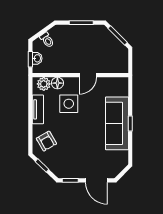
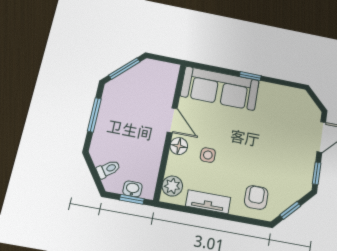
floor lamp: (57, 83) -> (179, 146), moved
side table: (69, 104) -> (208, 155), width x0.54, depth x0.54
sofa: (117, 123) -> (220, 88), moved
armchair: (46, 141) -> (256, 197), turned -60

